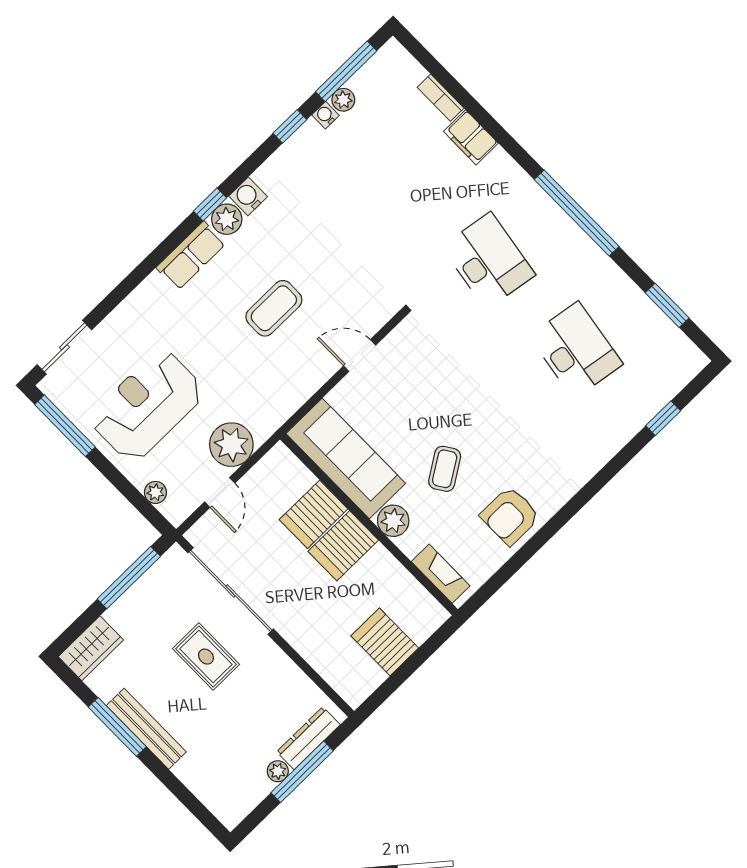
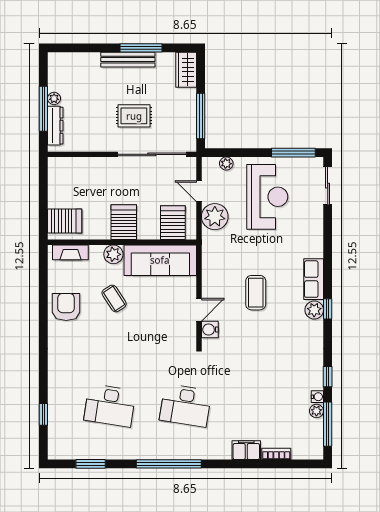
water cooler: (248, 196) -> (210, 330), moved, turned 180
server rack: (314, 514) -> (173, 223), moved
server rack: (385, 642) -> (65, 221), moved

